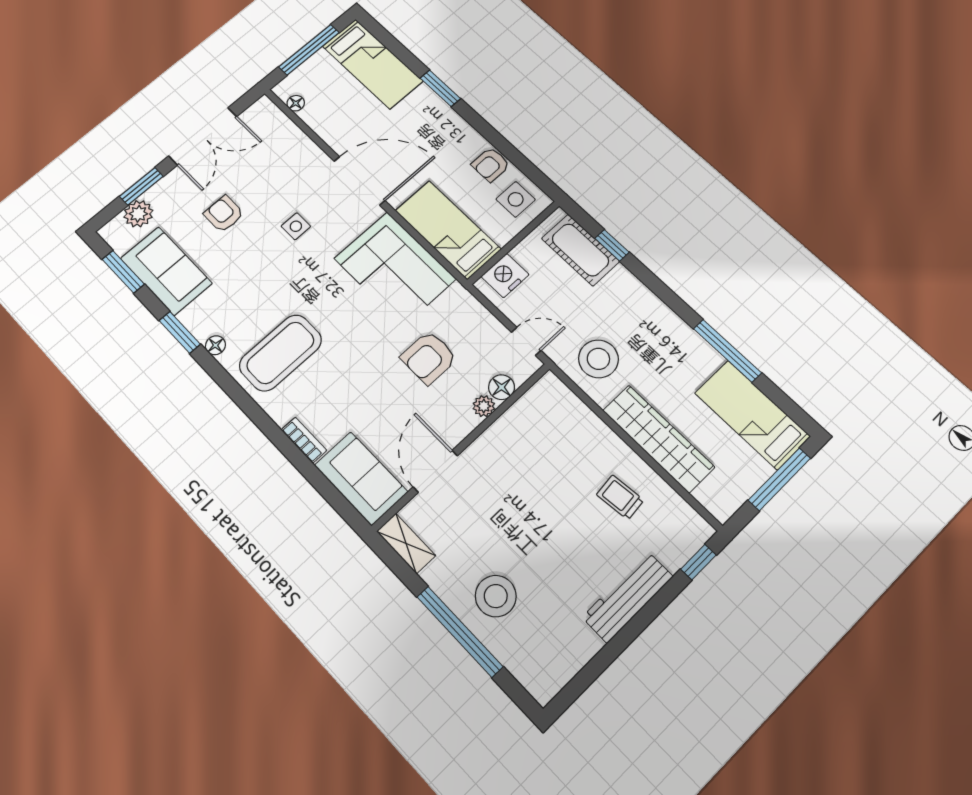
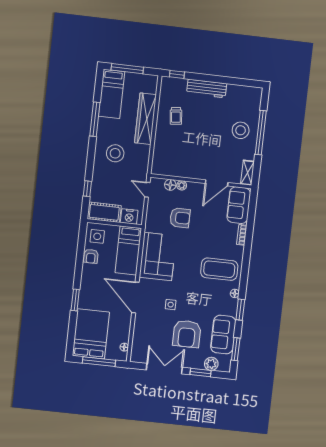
bed: (372, 64) -> (91, 334), width x1.50
armchair: (491, 165) -> (91, 256), turned 90
armchair: (224, 214) -> (187, 334), width x1.88, depth x1.88
cot: (580, 250) -> (104, 212), moved, turned 90
stool: (598, 359) -> (115, 153), moved

